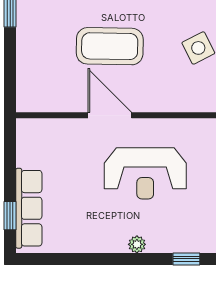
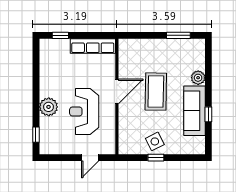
row of seats: (29, 208) -> (93, 46), moved
plant: (137, 244) -> (49, 107), width x1.87, depth x1.87

